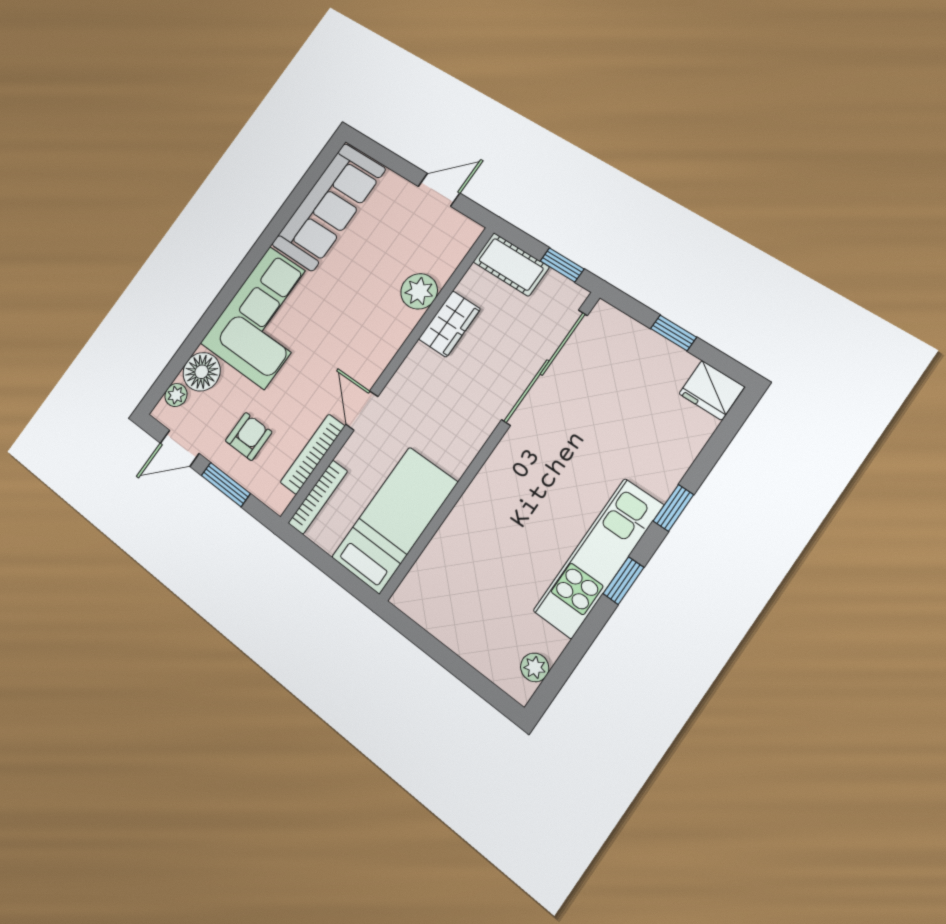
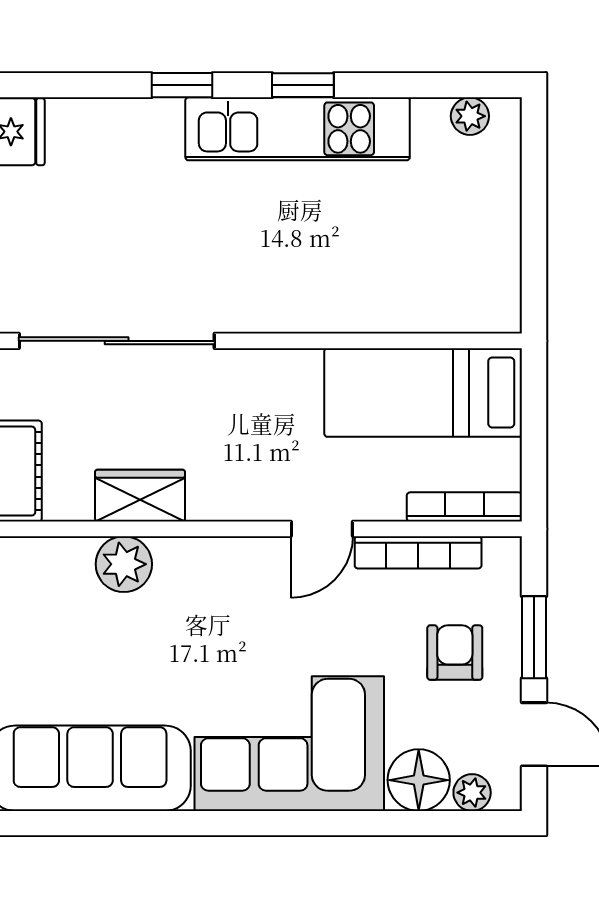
armchair: (249, 436) -> (455, 653), turned 90

